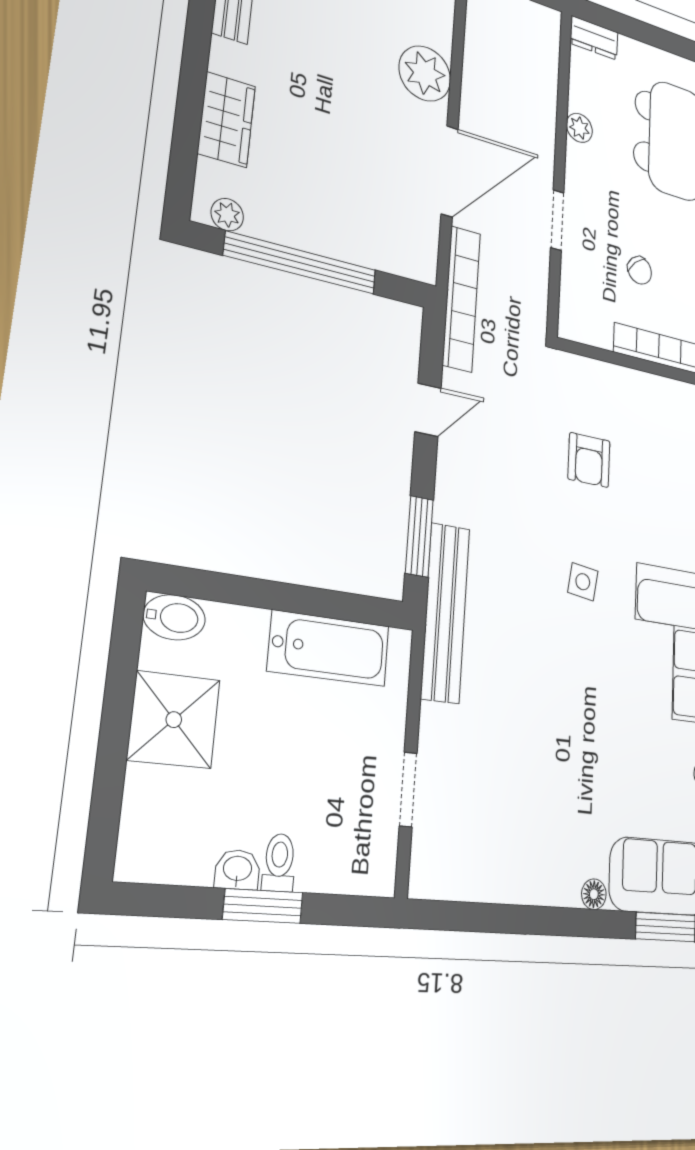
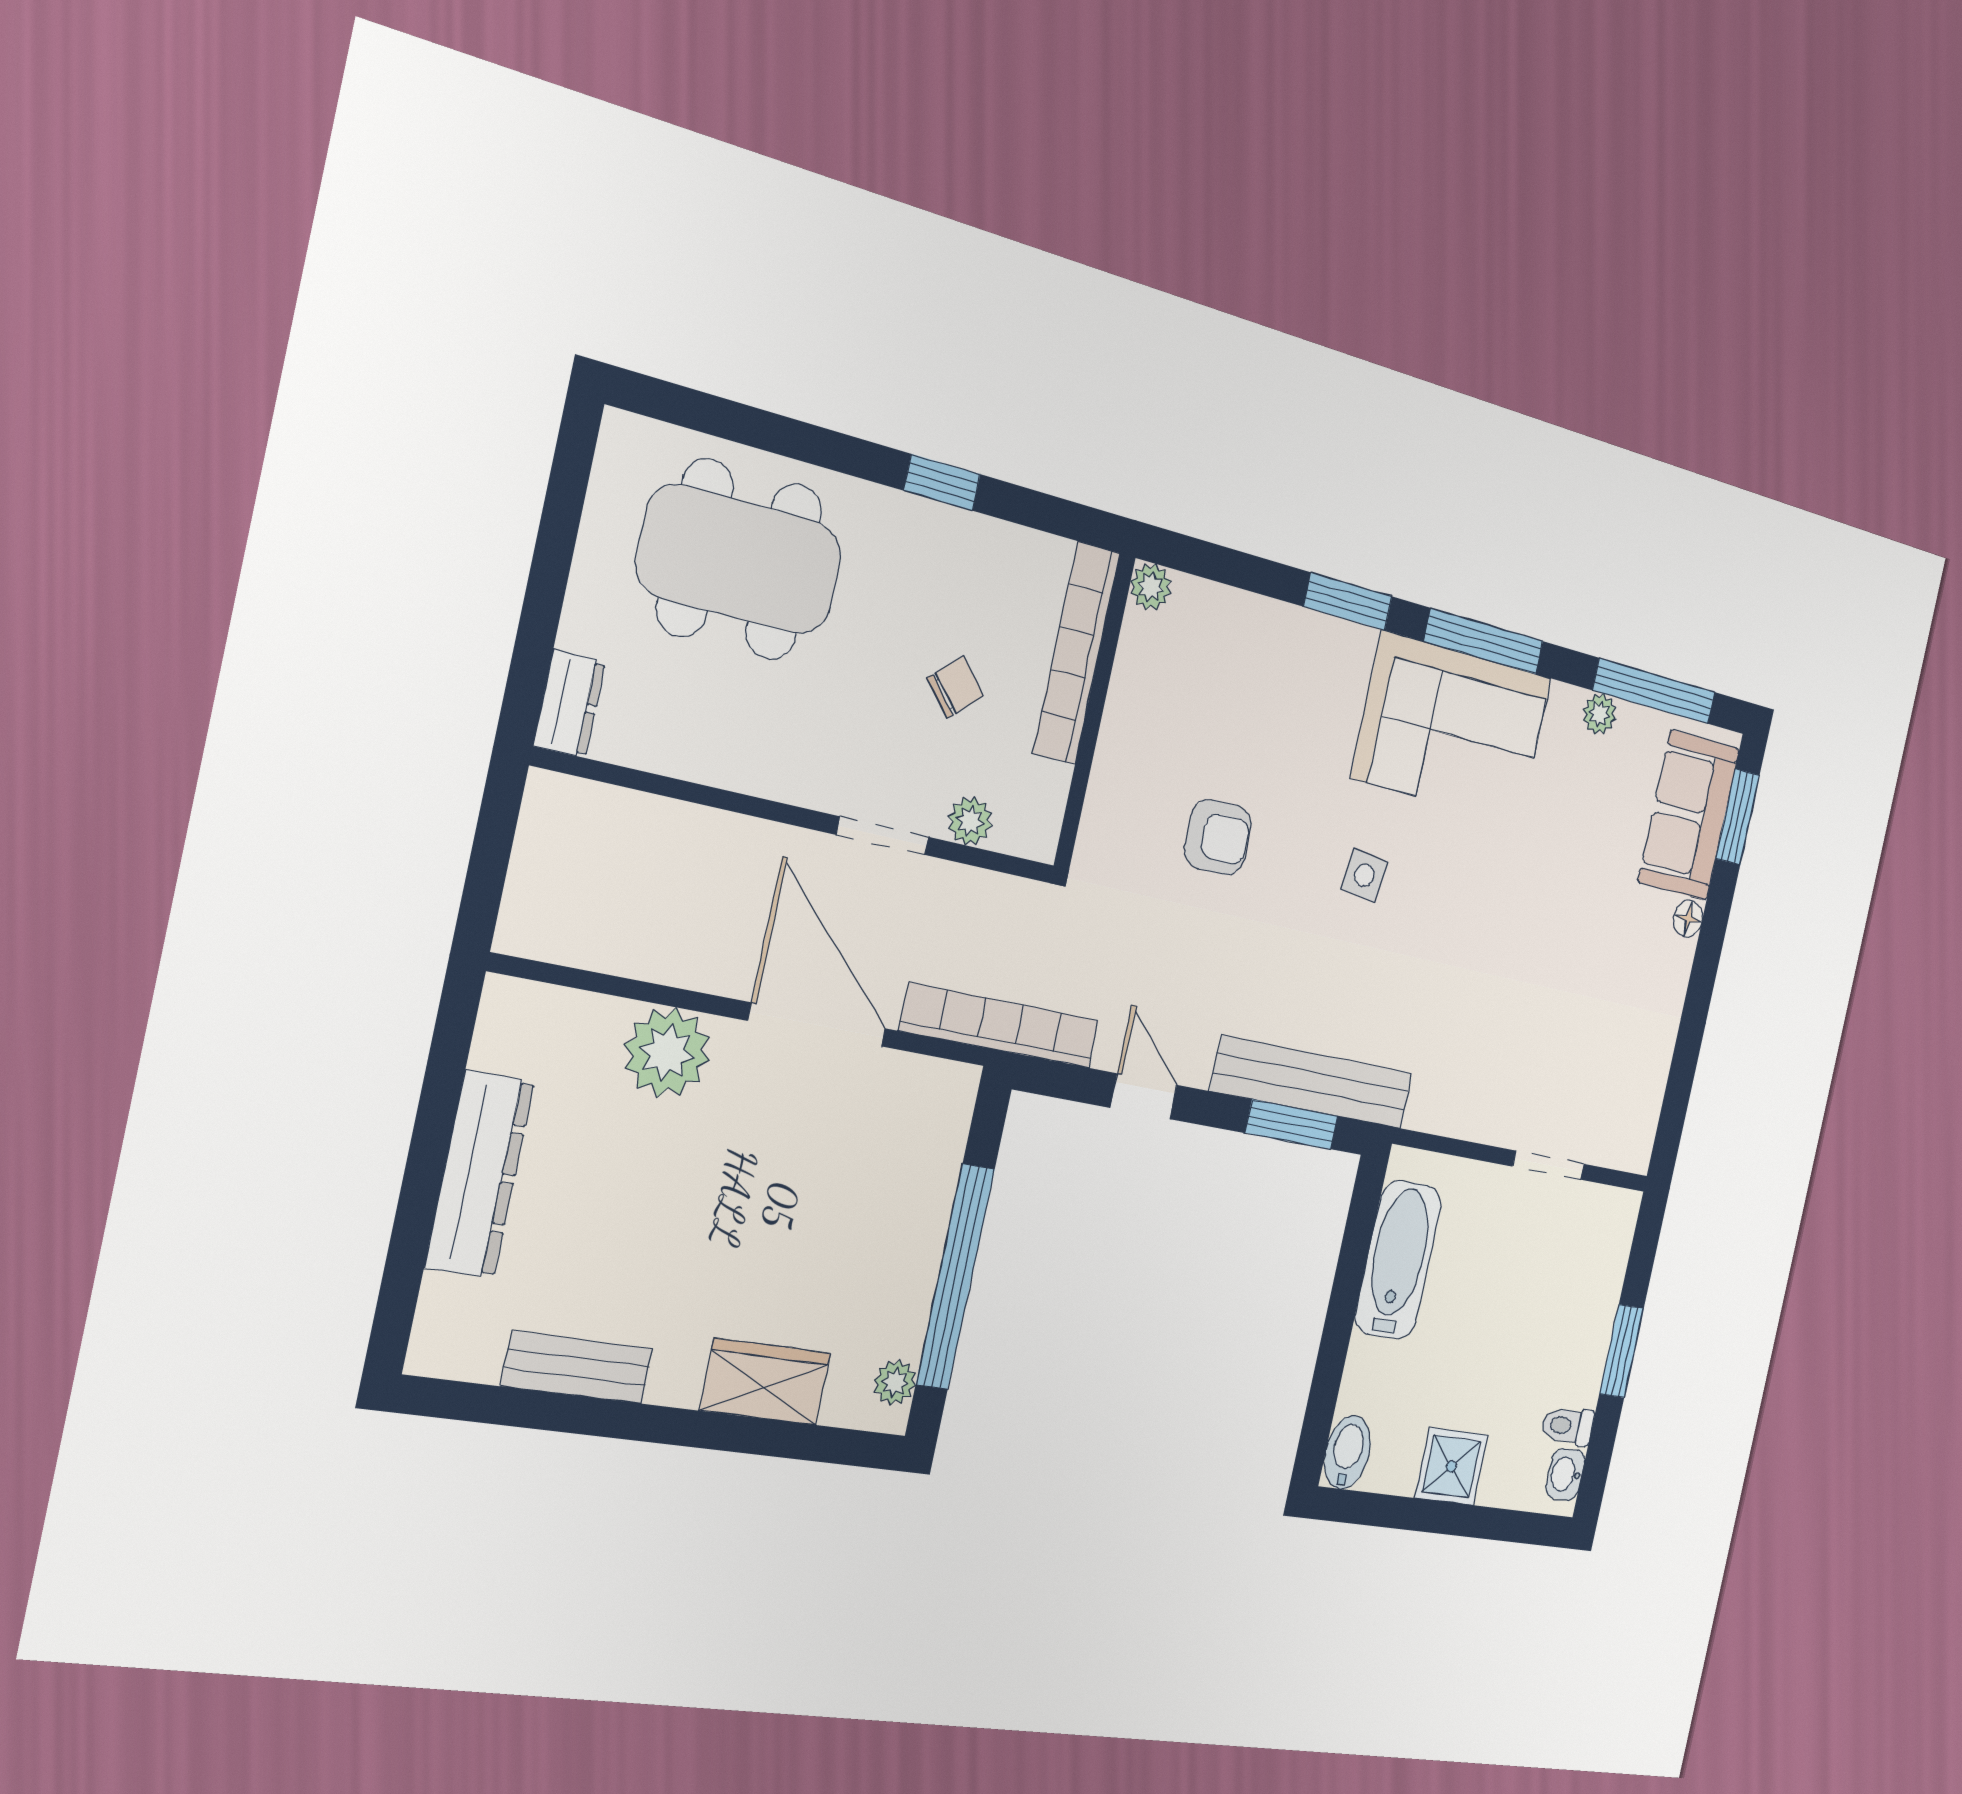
plant: (579, 128) -> (970, 821), moved
bench: (445, 612) -> (1312, 1082), moved
shower: (174, 720) -> (1451, 1466), width x0.73, depth x0.73
toilet: (279, 863) -> (1568, 1426), moved
washbasin: (237, 870) -> (1565, 1474), moved

